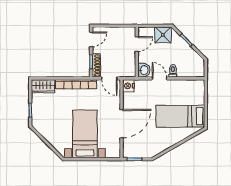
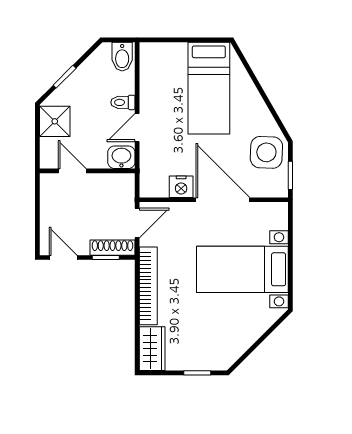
bidet: (197, 70) -> (122, 57), added
nightstand: (128, 86) -> (181, 187), moved
side table: (147, 147) -> (266, 152), added

